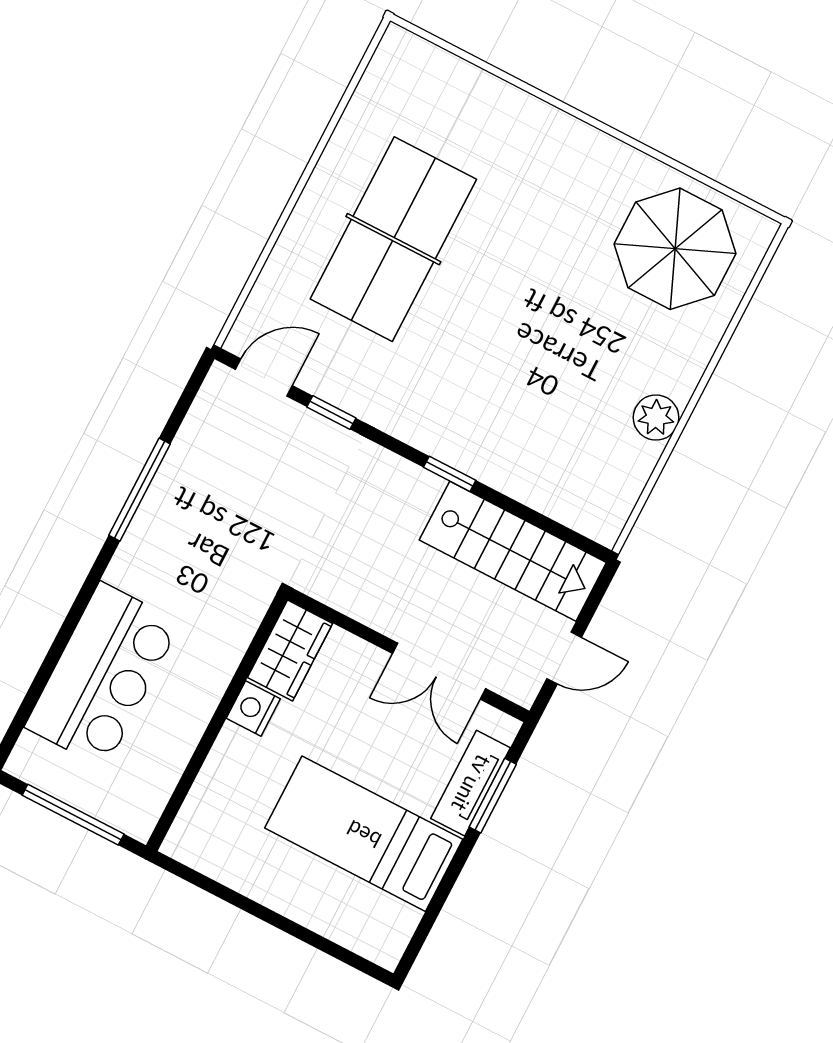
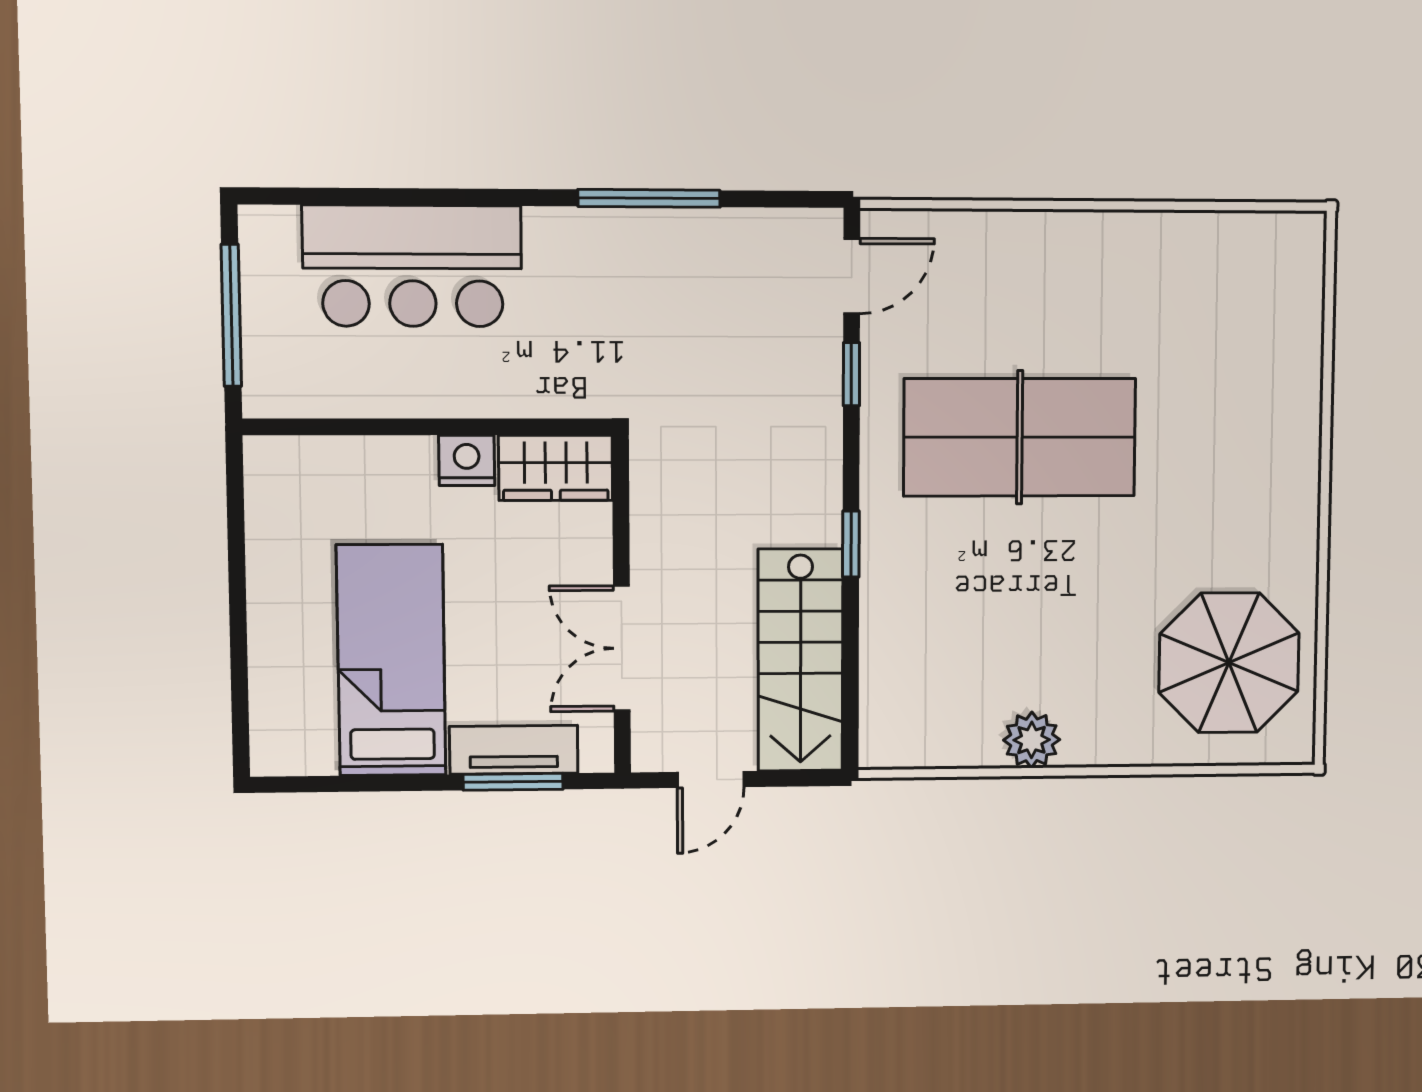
table tennis table: (393, 239) -> (1020, 437), moved
door: (264, 378) -> (852, 276), hinge flipped
door: (564, 658) -> (711, 780), hinge flipped

